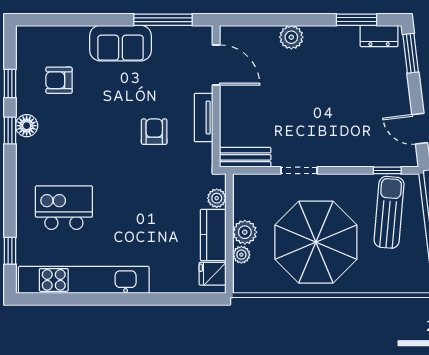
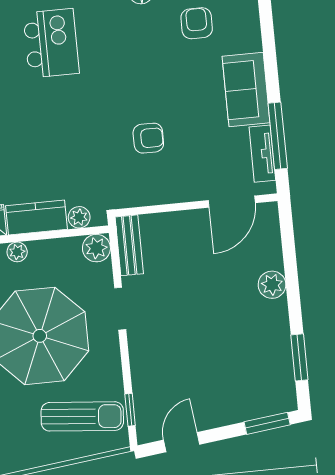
dresser: (379, 36) -> (283, 385), removed
tv unit: (204, 118) -> (262, 154), moved, turned -90
plant: (245, 232) -> (96, 248), moved

